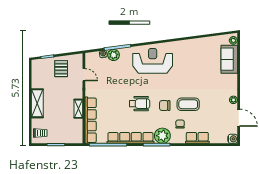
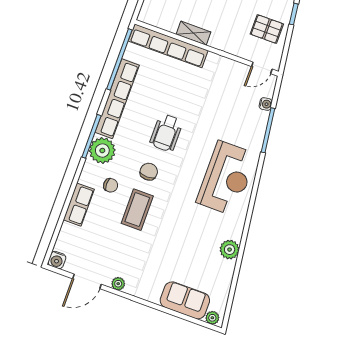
plant: (114, 55) -> (230, 250), moved
door: (84, 75) -> (262, 68), moved

